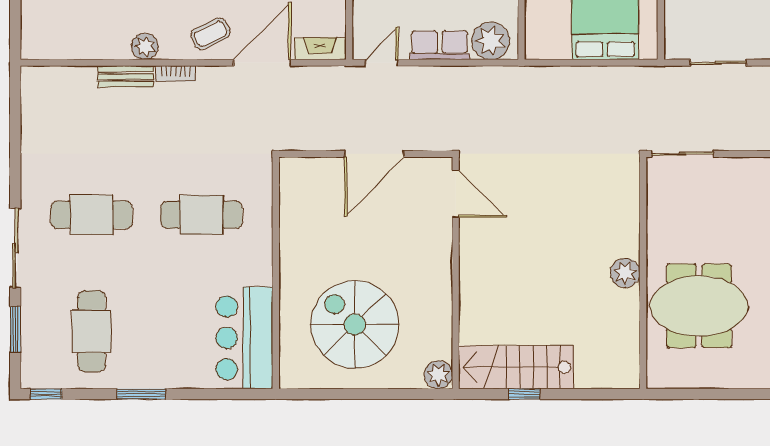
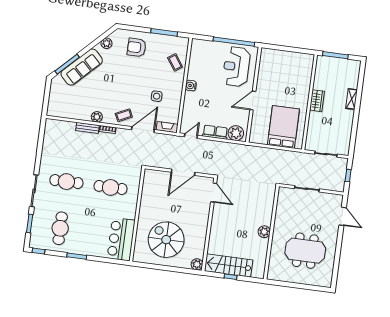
plant: (625, 273) -> (264, 232), moved
wall: (643, 273) -> (271, 233), moved

